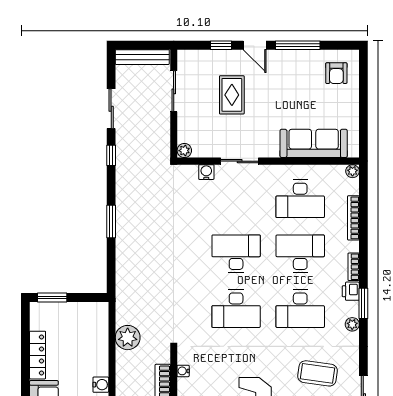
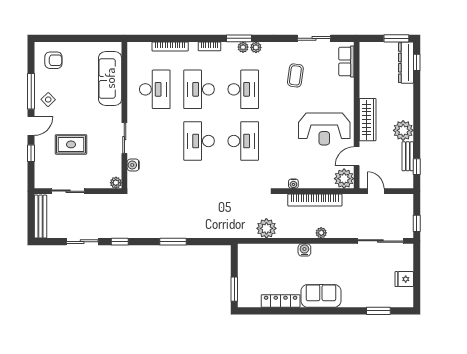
side table: (288, 67) -> (48, 100), added
plant: (353, 171) -> (243, 47), moved
printer: (351, 291) -> (229, 49), removed
coffee table: (317, 373) -> (295, 75), width x0.73, depth x0.77

